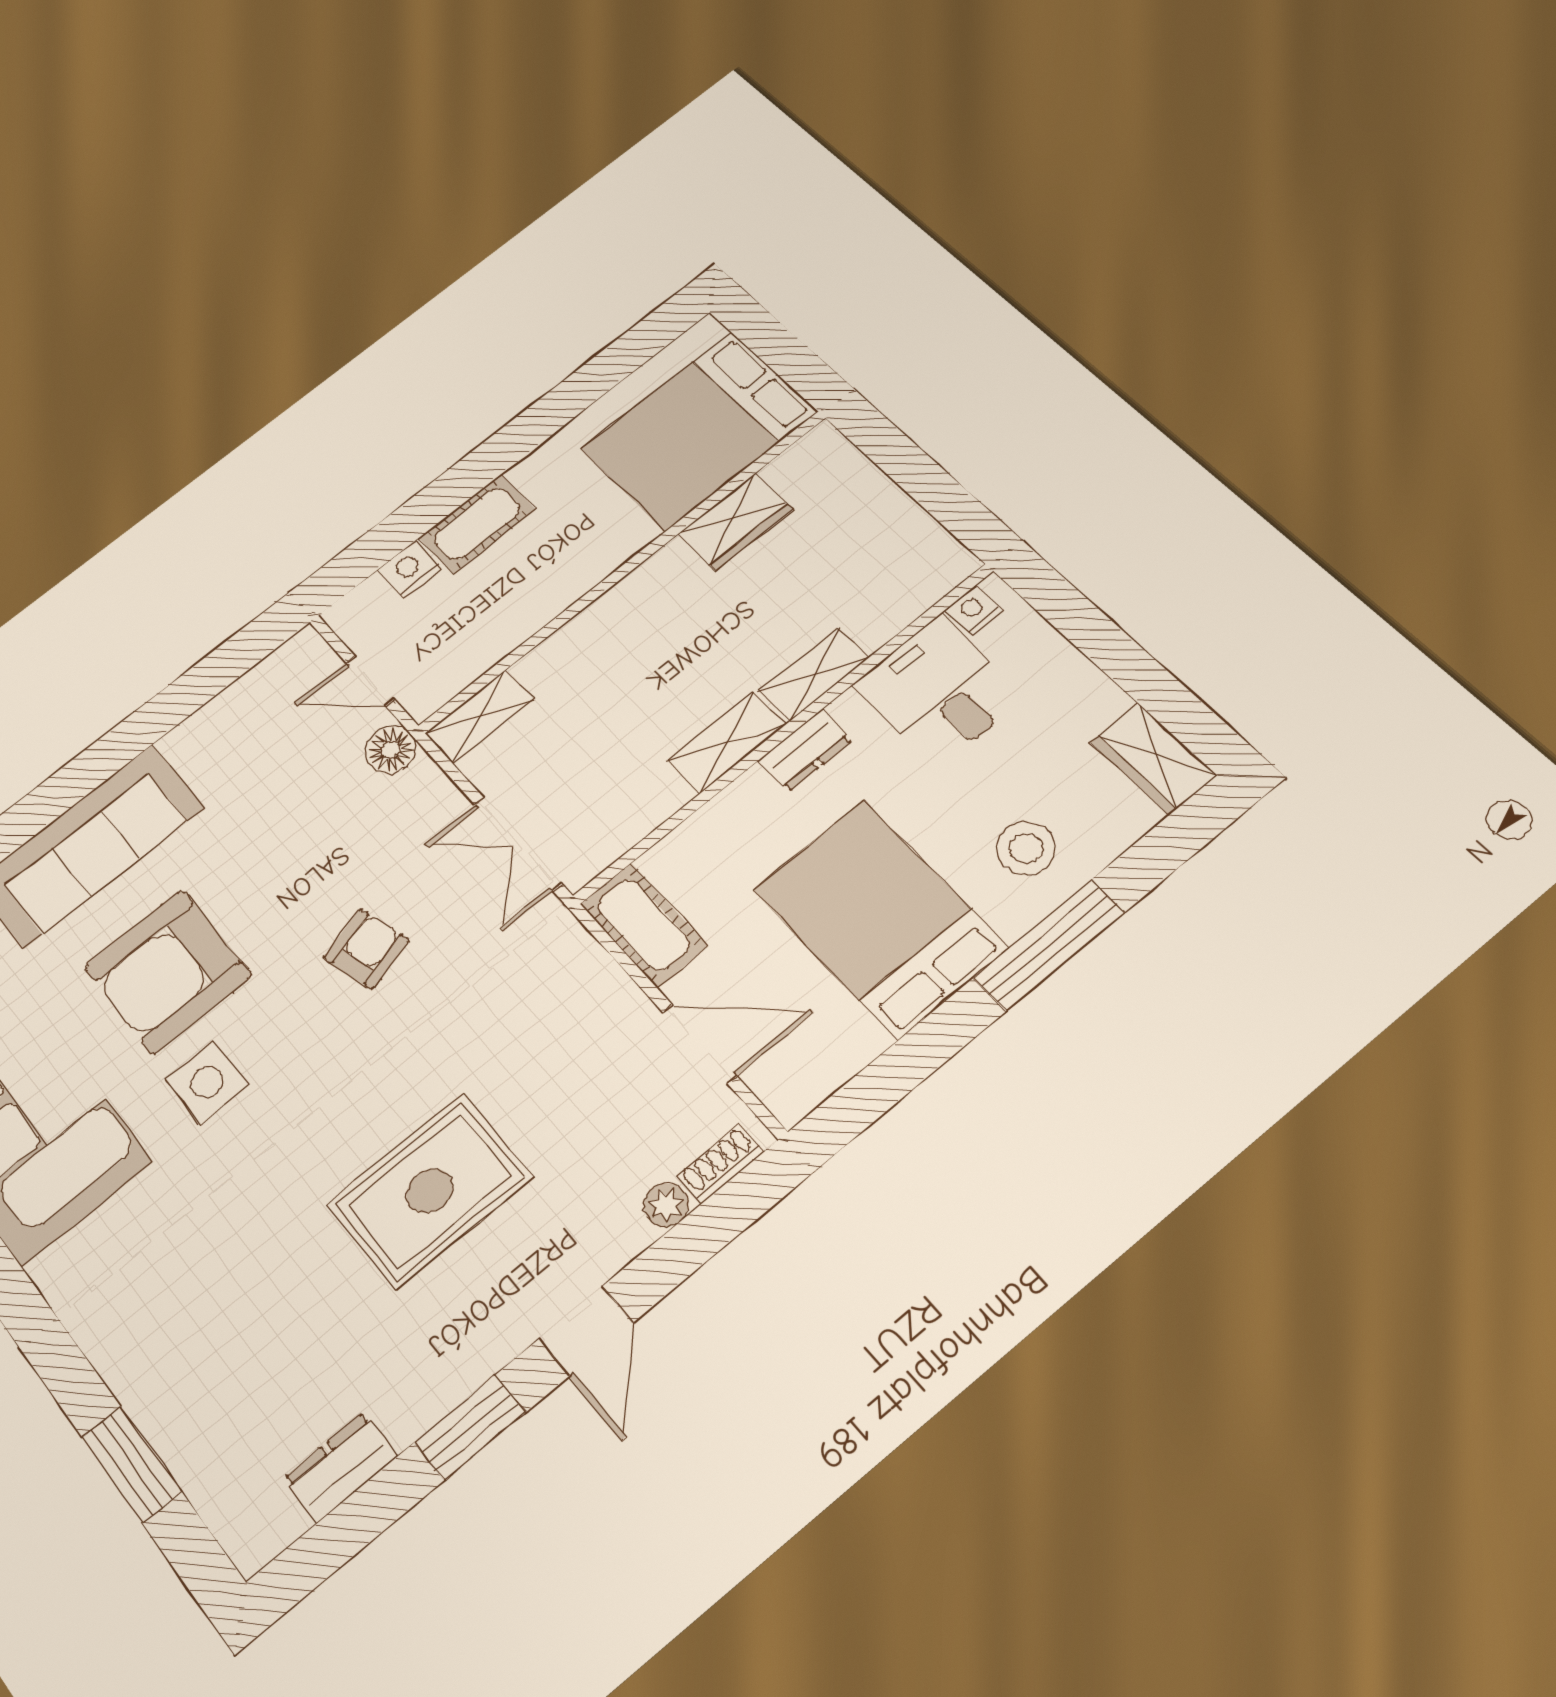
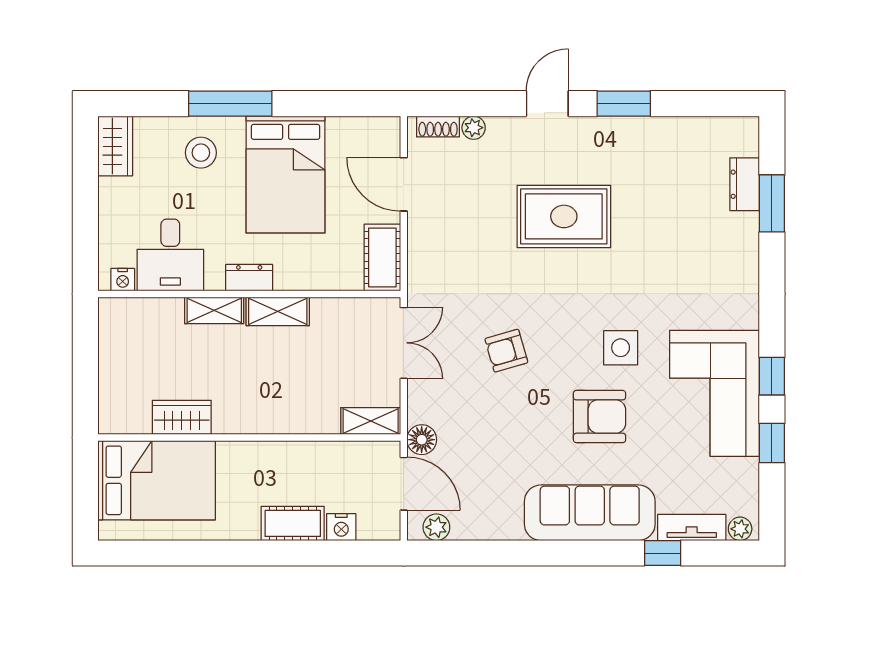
plant: (283, 667) -> (436, 527), added
door: (370, 681) -> (404, 484), width x1.38
armchair: (168, 971) -> (600, 417), width x0.73, depth x0.73
dresser: (341, 1467) -> (745, 184), moved, turned 90

